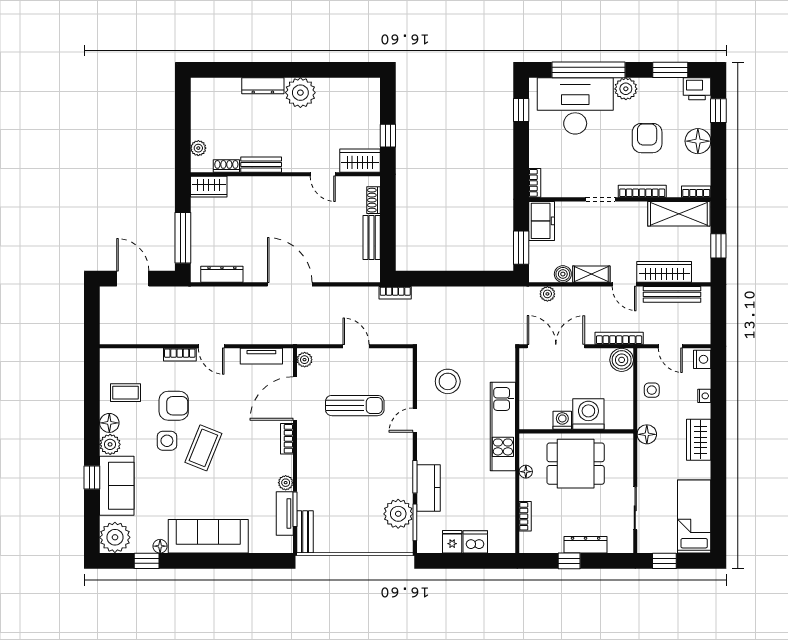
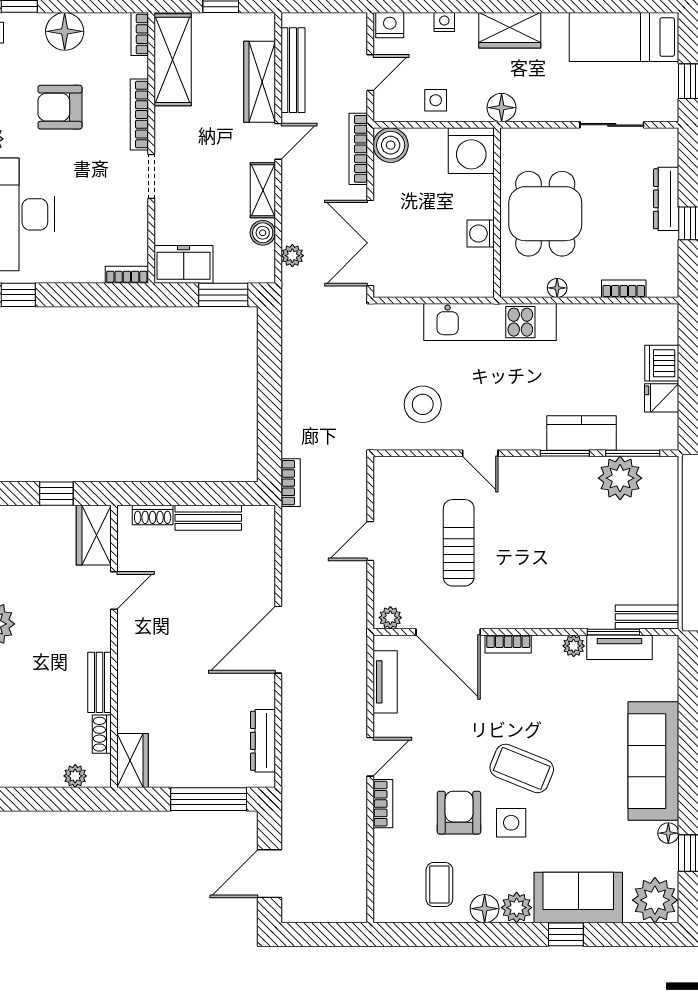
washing machine: (588, 414) -> (471, 151), moved, turned -90

